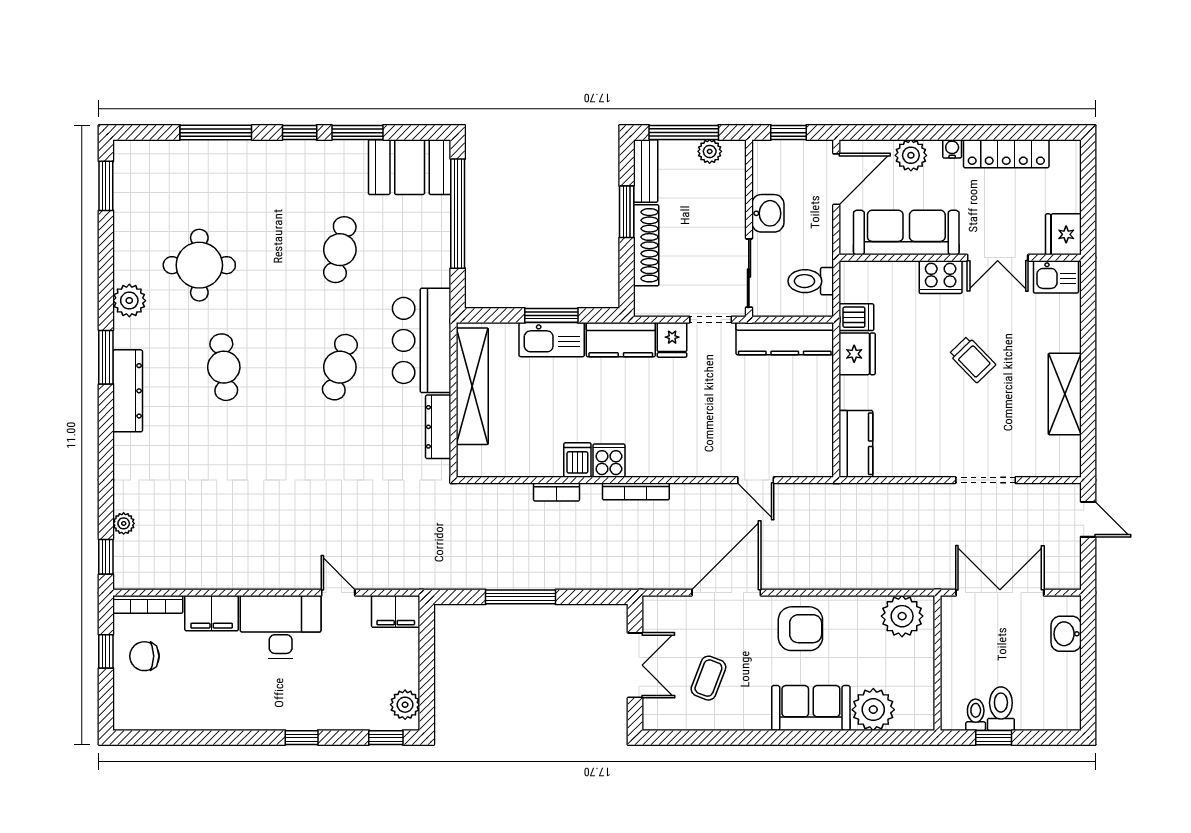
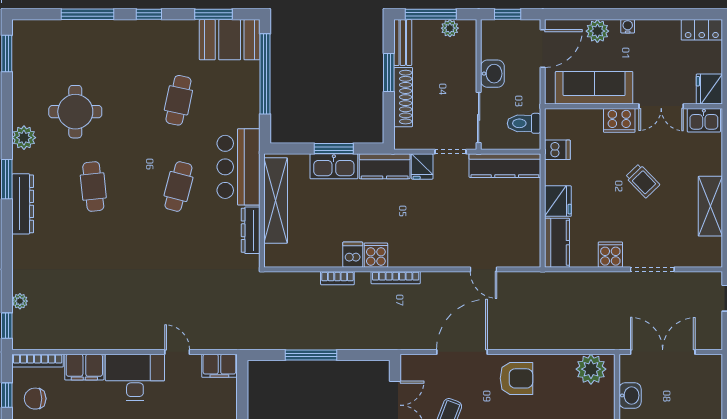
window: (358, 133) -> (214, 14), moved
locker: (1006, 154) -> (702, 30), moved, width x0.66
fridge: (857, 354) -> (558, 201), moved
cooker: (928, 460) -> (610, 255), added
washbasin: (1066, 634) -> (630, 395), moved, turned 180

